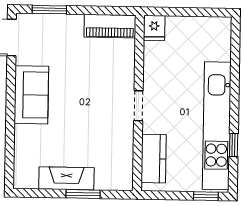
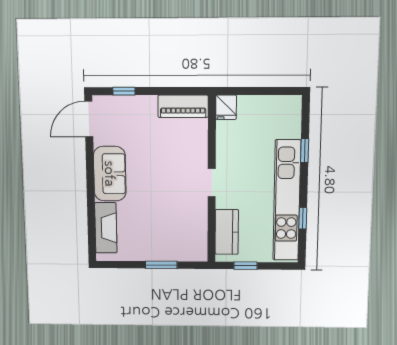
window: (49, 10) -> (124, 91), width x0.67
window: (235, 74) -> (305, 150), added
fireplace: (66, 178) -> (106, 228), moved, turned 90
window: (206, 196) -> (246, 266), moved

